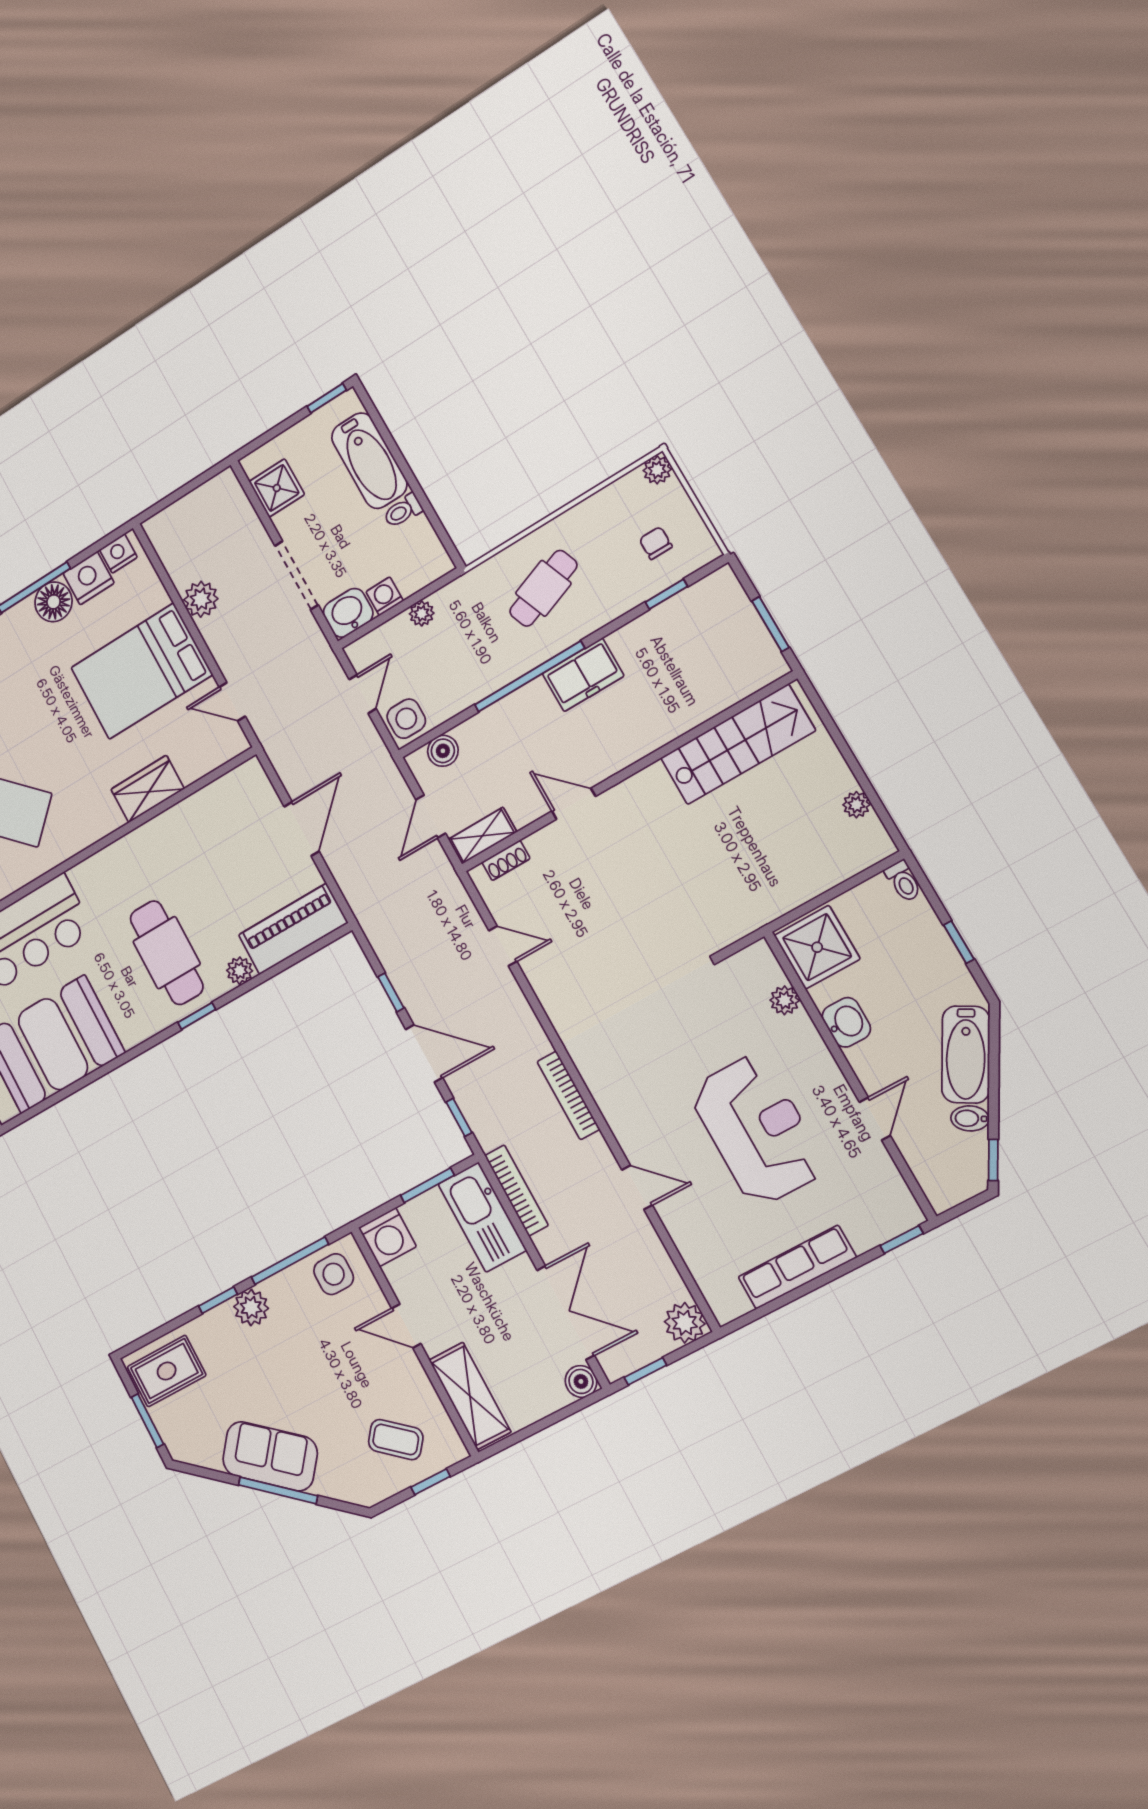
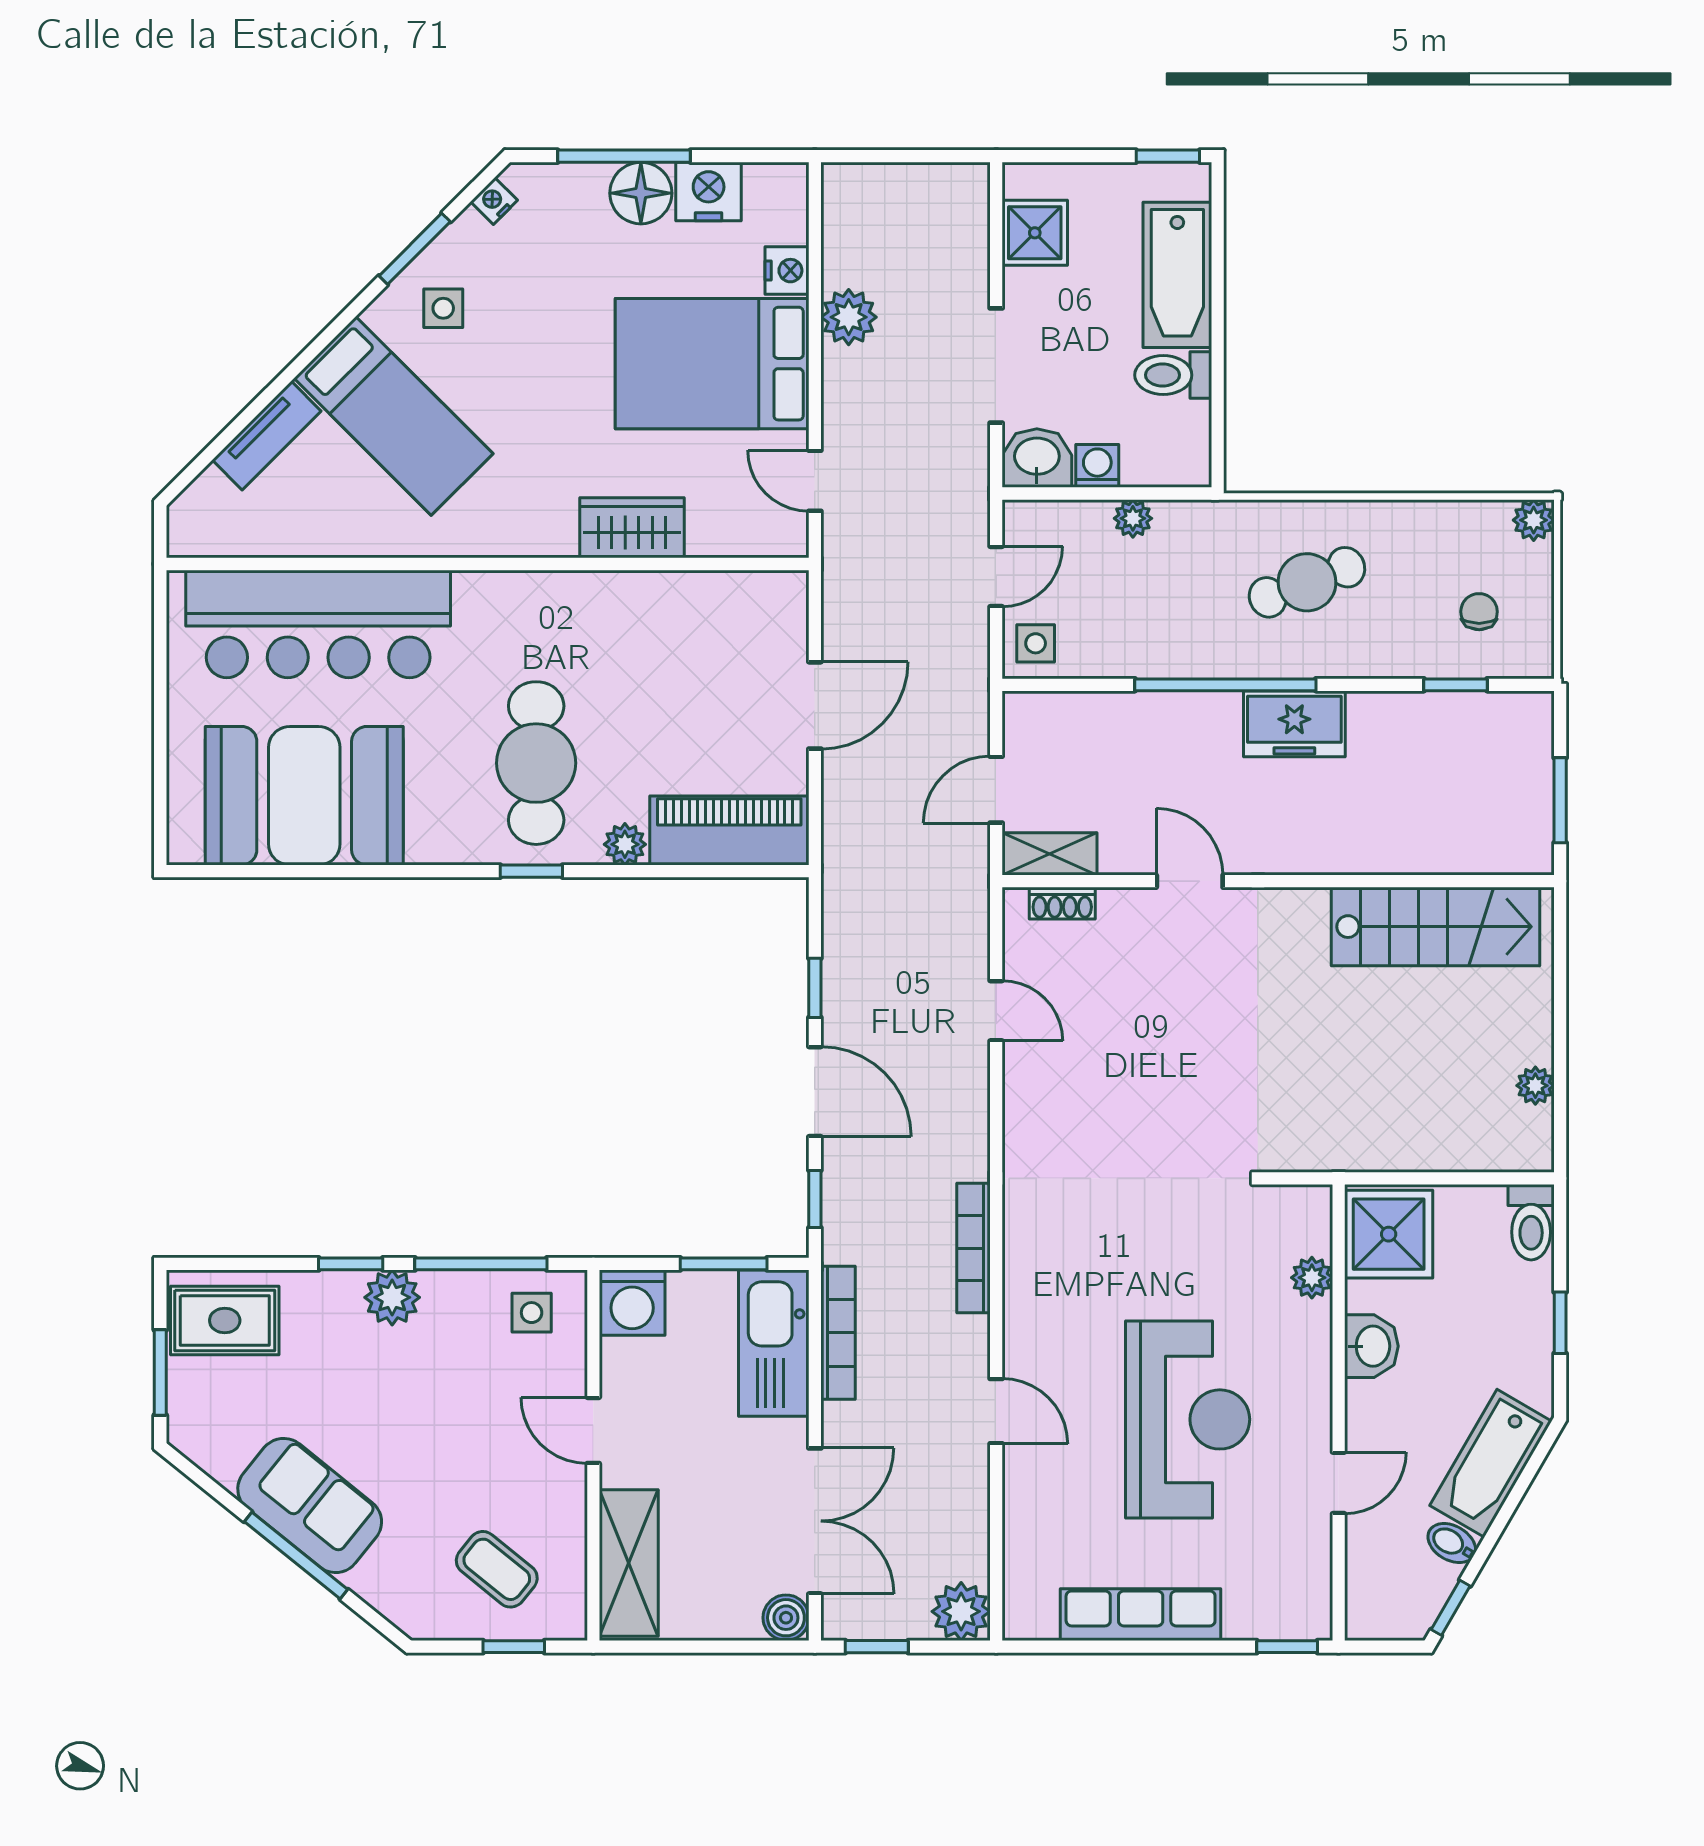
toilet: (403, 511) -> (1173, 375), width x1.37, depth x1.39
nightstand: (118, 553) -> (787, 271), moved, turned 90
side table: (406, 719) -> (1036, 643), width x0.73, depth x0.73
boiler: (443, 751) -> (1060, 714), removed
toilet: (903, 881) -> (1531, 1222), width x1.37, depth x1.39
side table: (334, 1274) -> (532, 1313), width x0.73, depth x0.73

